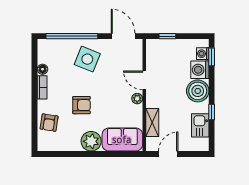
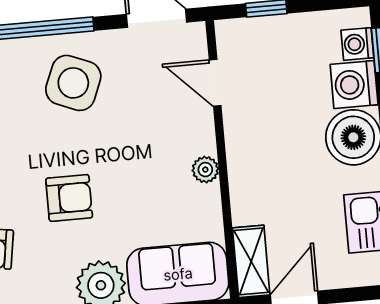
door: (144, 80) -> (215, 83), moved
shelving: (152, 122) -> (251, 261), moved

